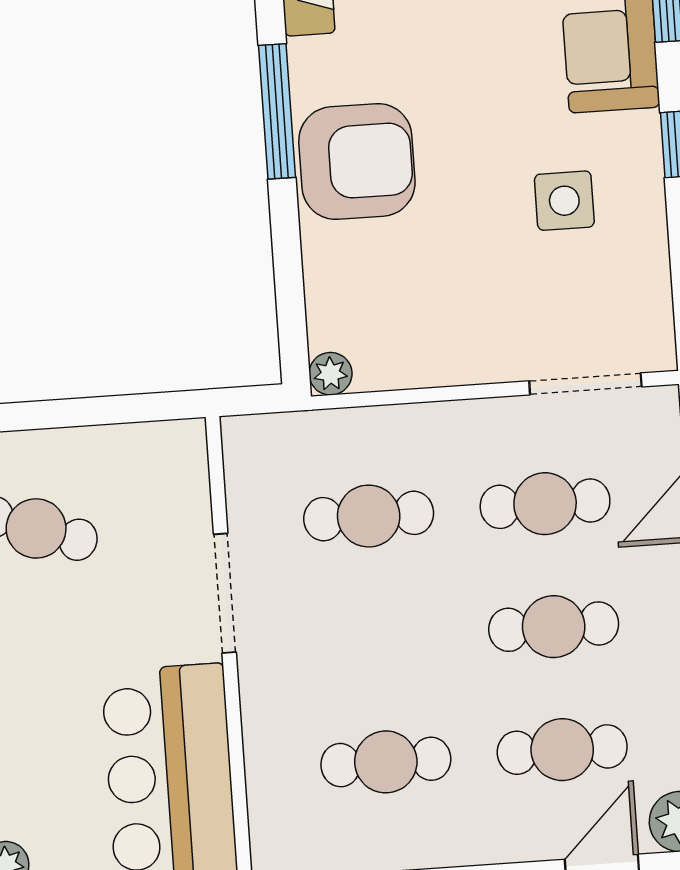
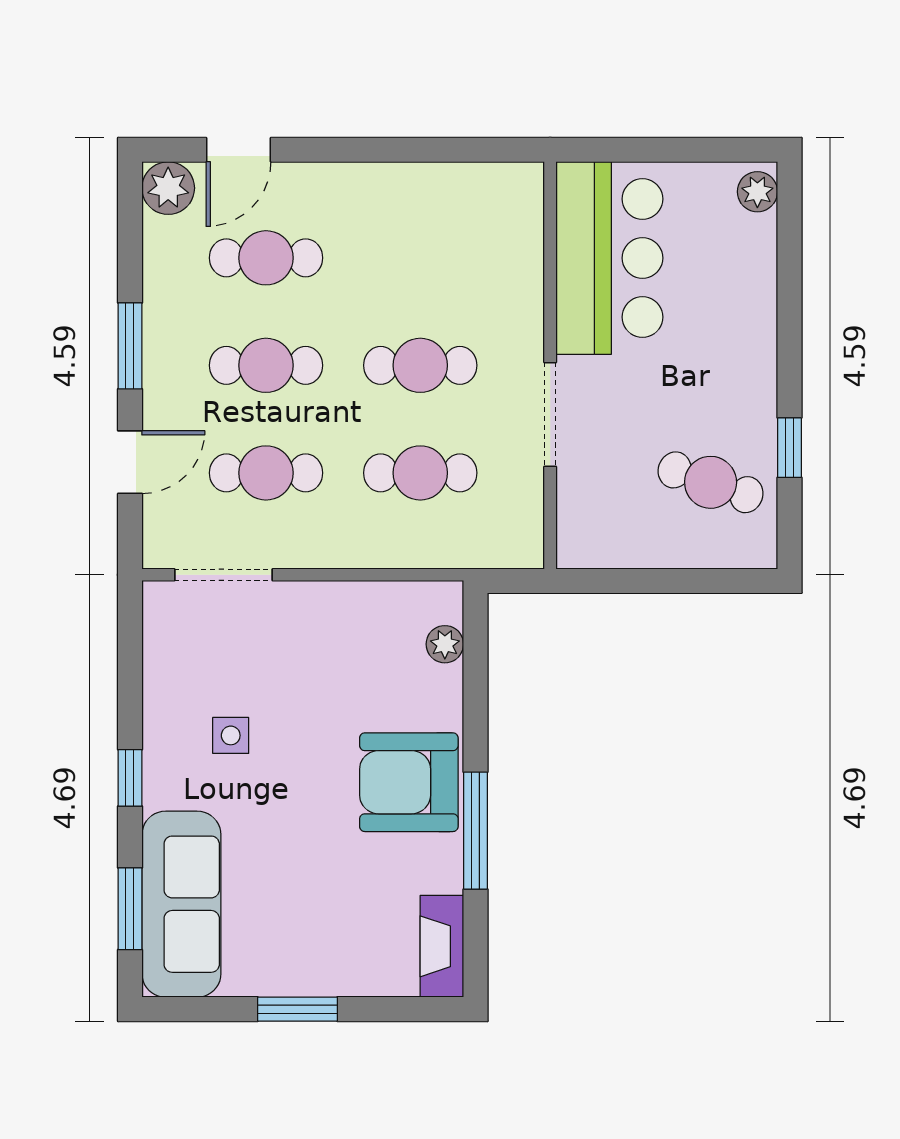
side table: (564, 201) -> (231, 735), width x0.73, depth x0.73
plant: (330, 374) -> (445, 644), moved
cafe table: (386, 762) -> (420, 365), moved

